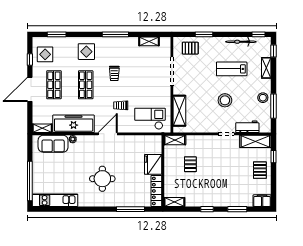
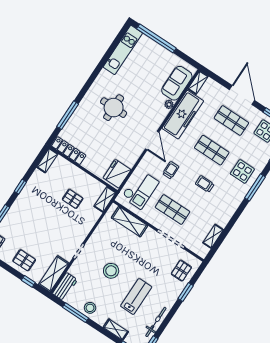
window: (115, 34) -> (255, 187), moved
shop shelf: (149, 85) -> (172, 210), added
workbench: (247, 127) -> (65, 287), moved
fridge: (153, 164) -> (117, 174), moved, turned -90

